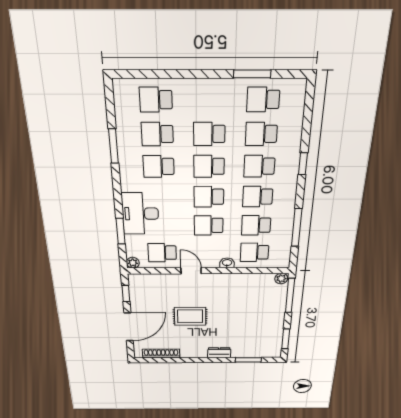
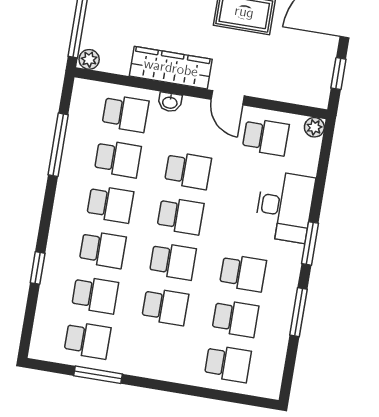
window: (303, 164) -> (38, 268), moved
window: (121, 231) -> (310, 243), moved
wardrobe: (230, 282) -> (171, 68), added

